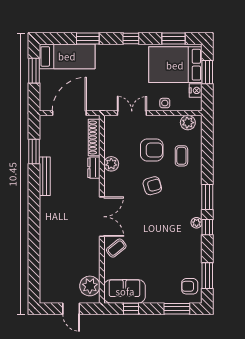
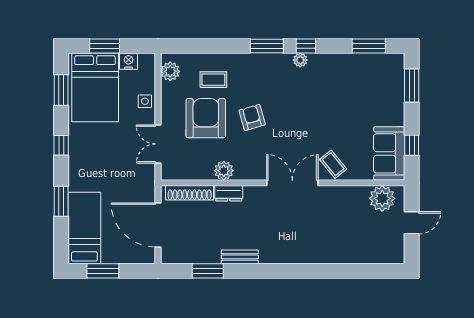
armchair: (152, 150) -> (206, 118), width x1.36, depth x1.36
bench: (45, 176) -> (240, 257), width x0.73
armchair: (190, 286) -> (383, 69), removed

